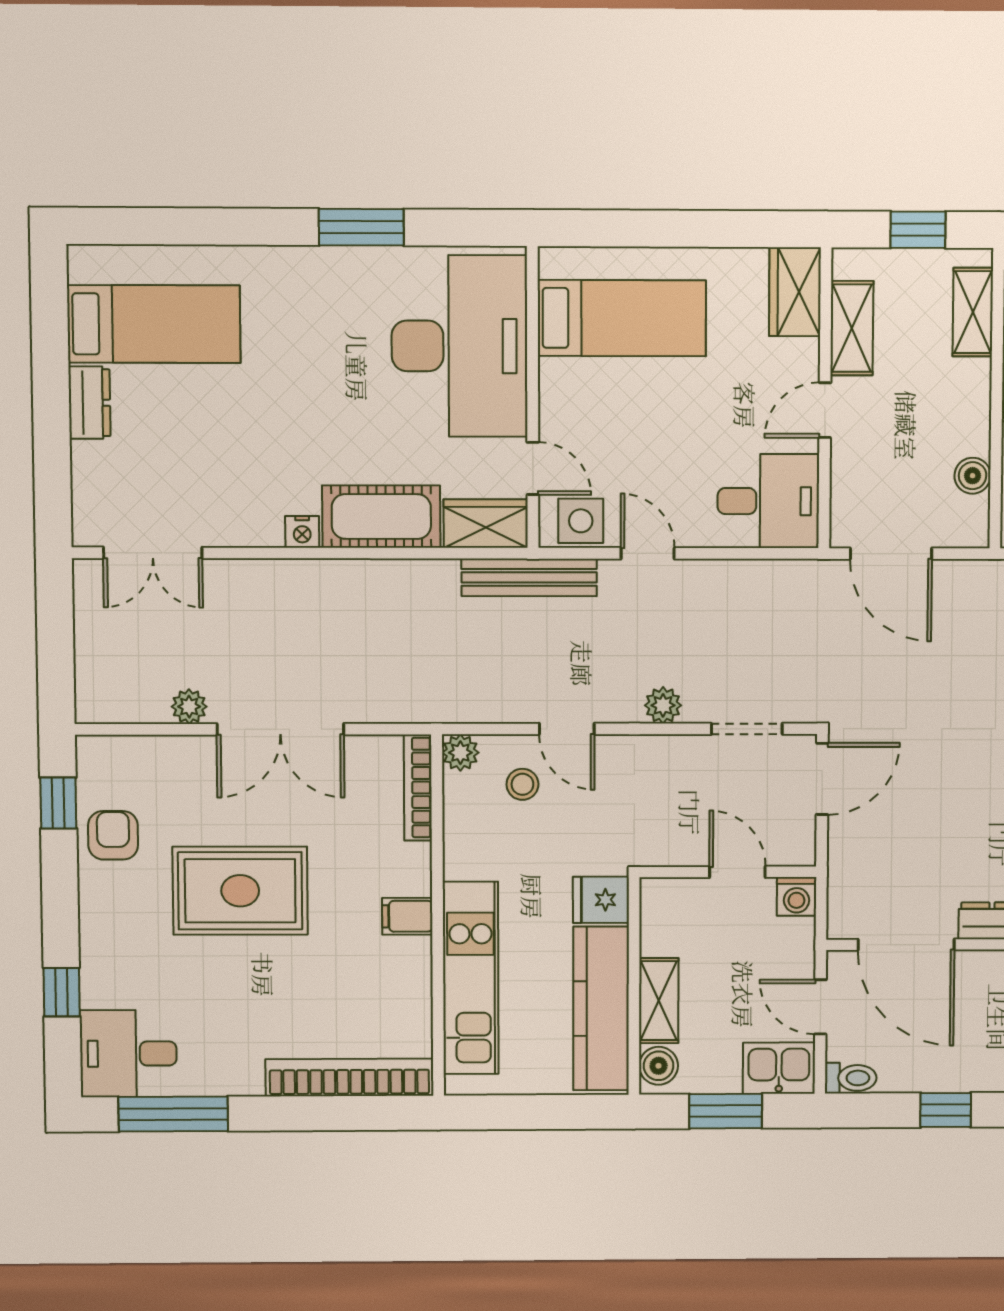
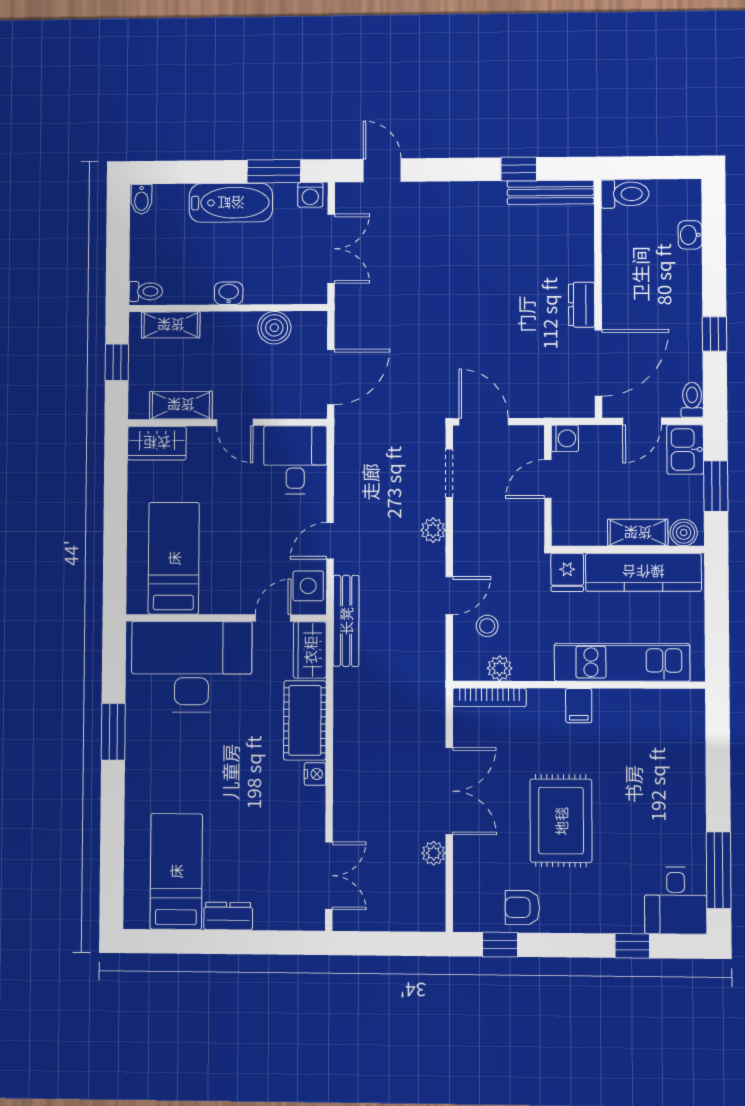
boiler: (973, 476) -> (274, 328), width x1.36, depth x1.36
plant: (460, 753) -> (500, 668), moved
bookcase: (349, 1077) -> (692, 747), removed

